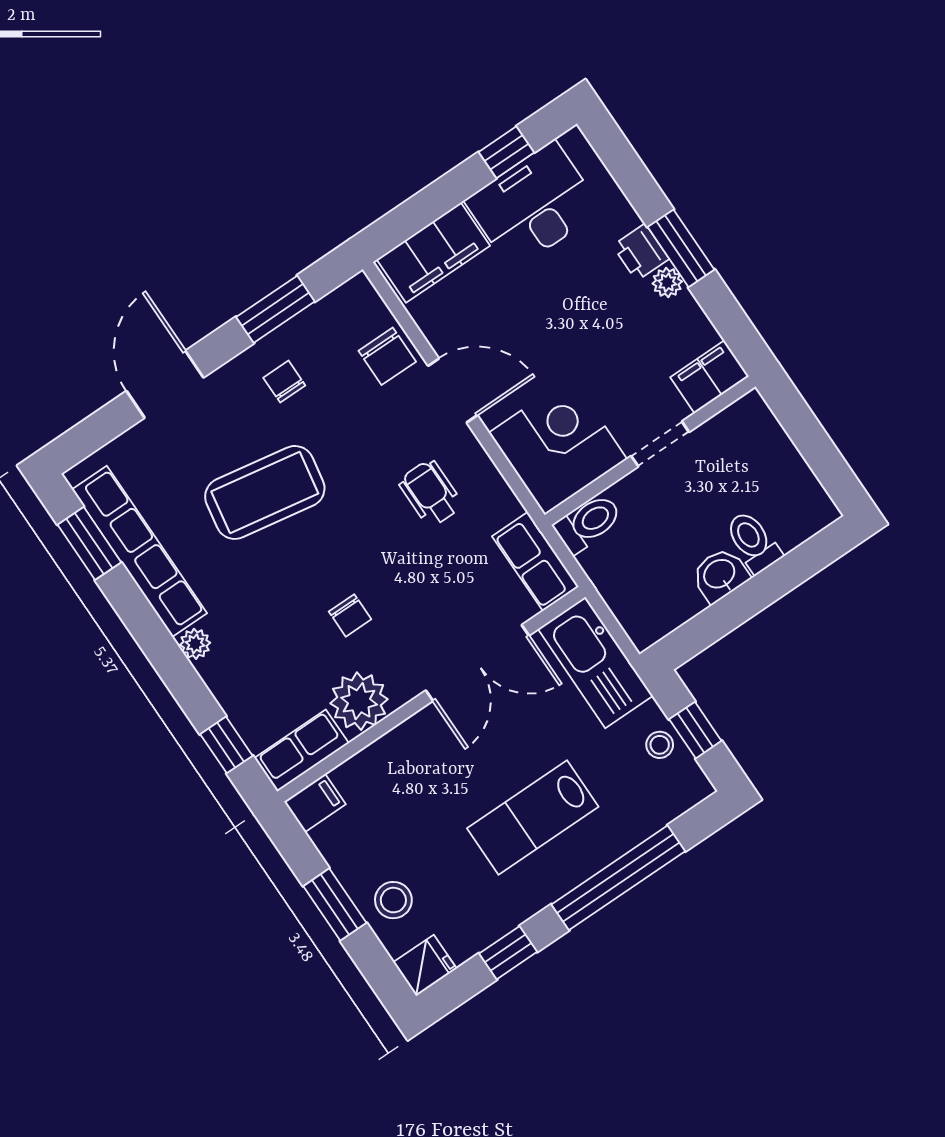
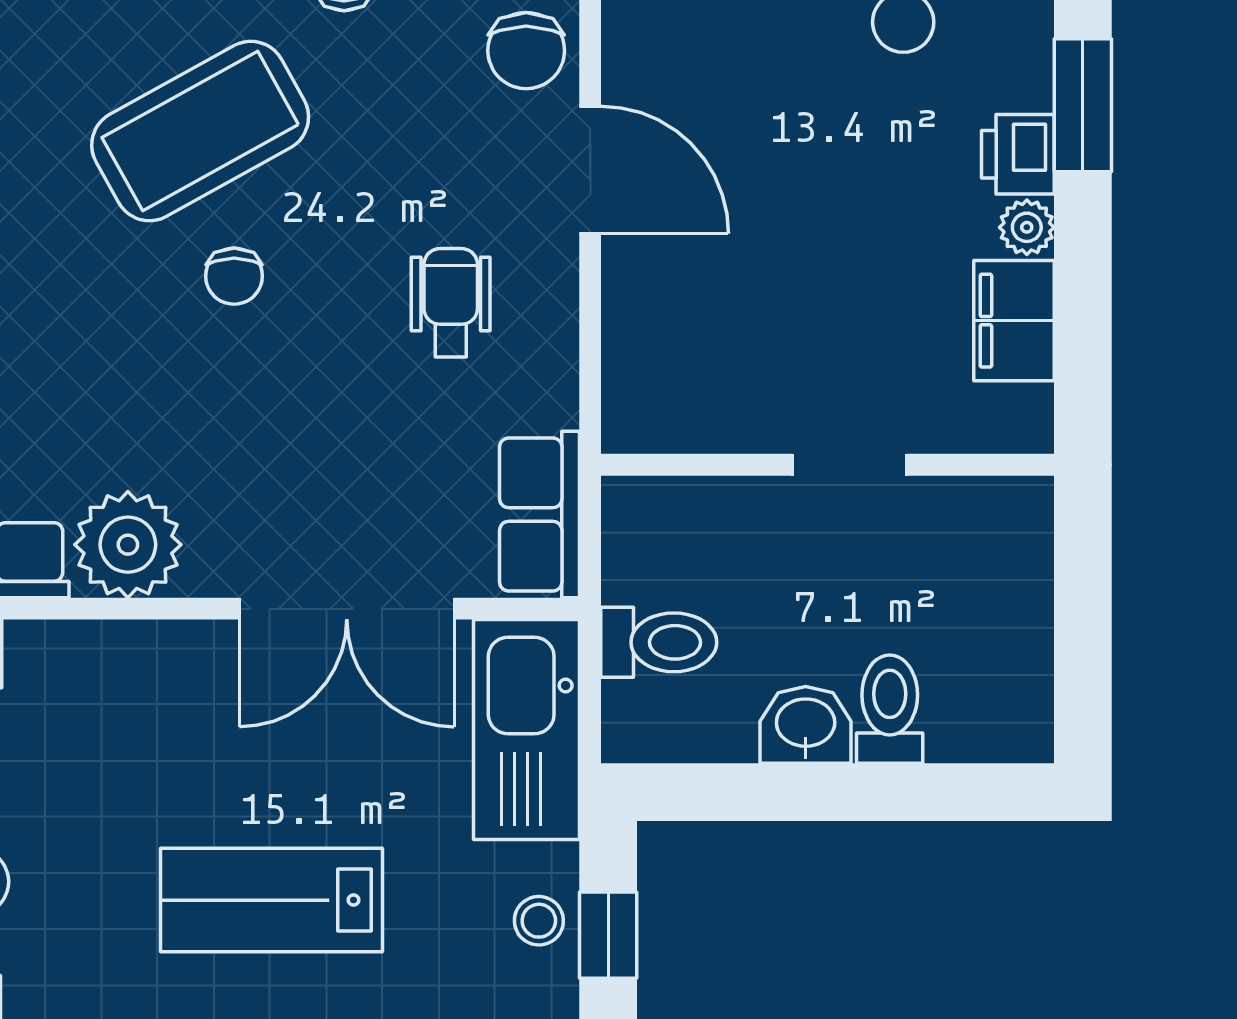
window: (681, 248) -> (1083, 105), moved
filing cabinet: (710, 377) -> (1014, 321), moved, turned -90
corner desk: (558, 446) -> (693, 362), removed
coffee table: (265, 492) -> (200, 131), turned -39
toilet: (588, 523) -> (659, 642), moved
chair: (350, 615) -> (234, 276), moved

